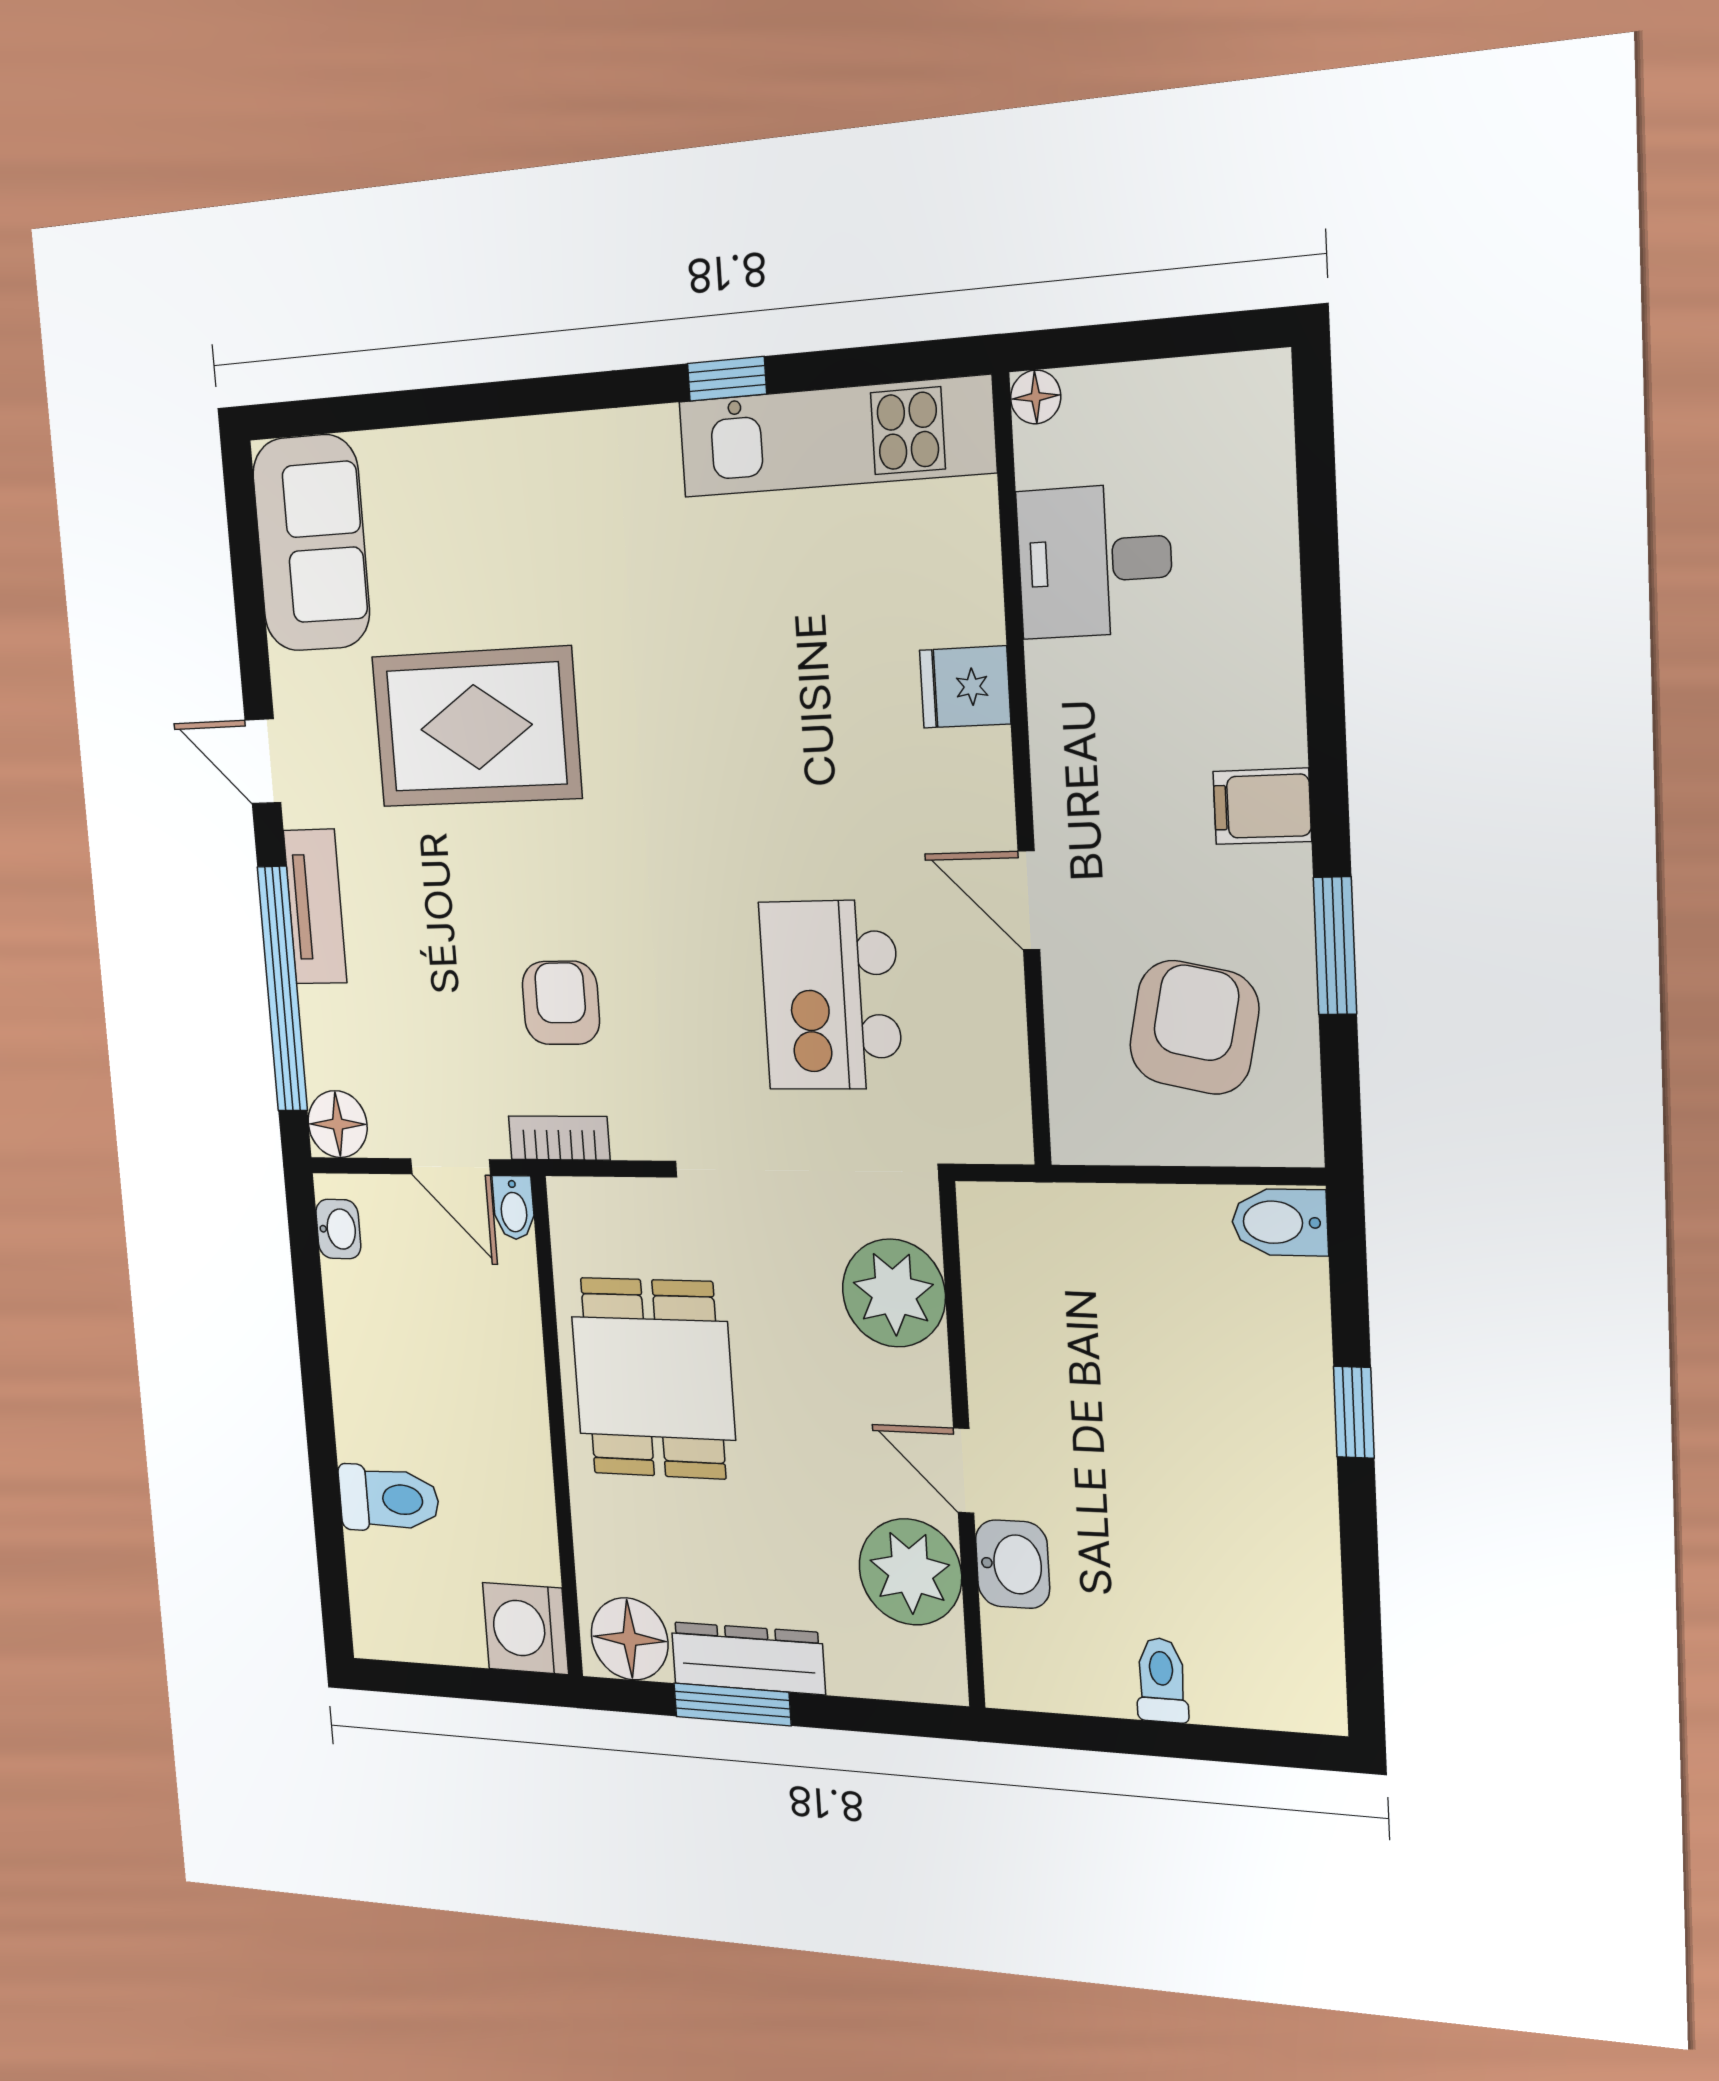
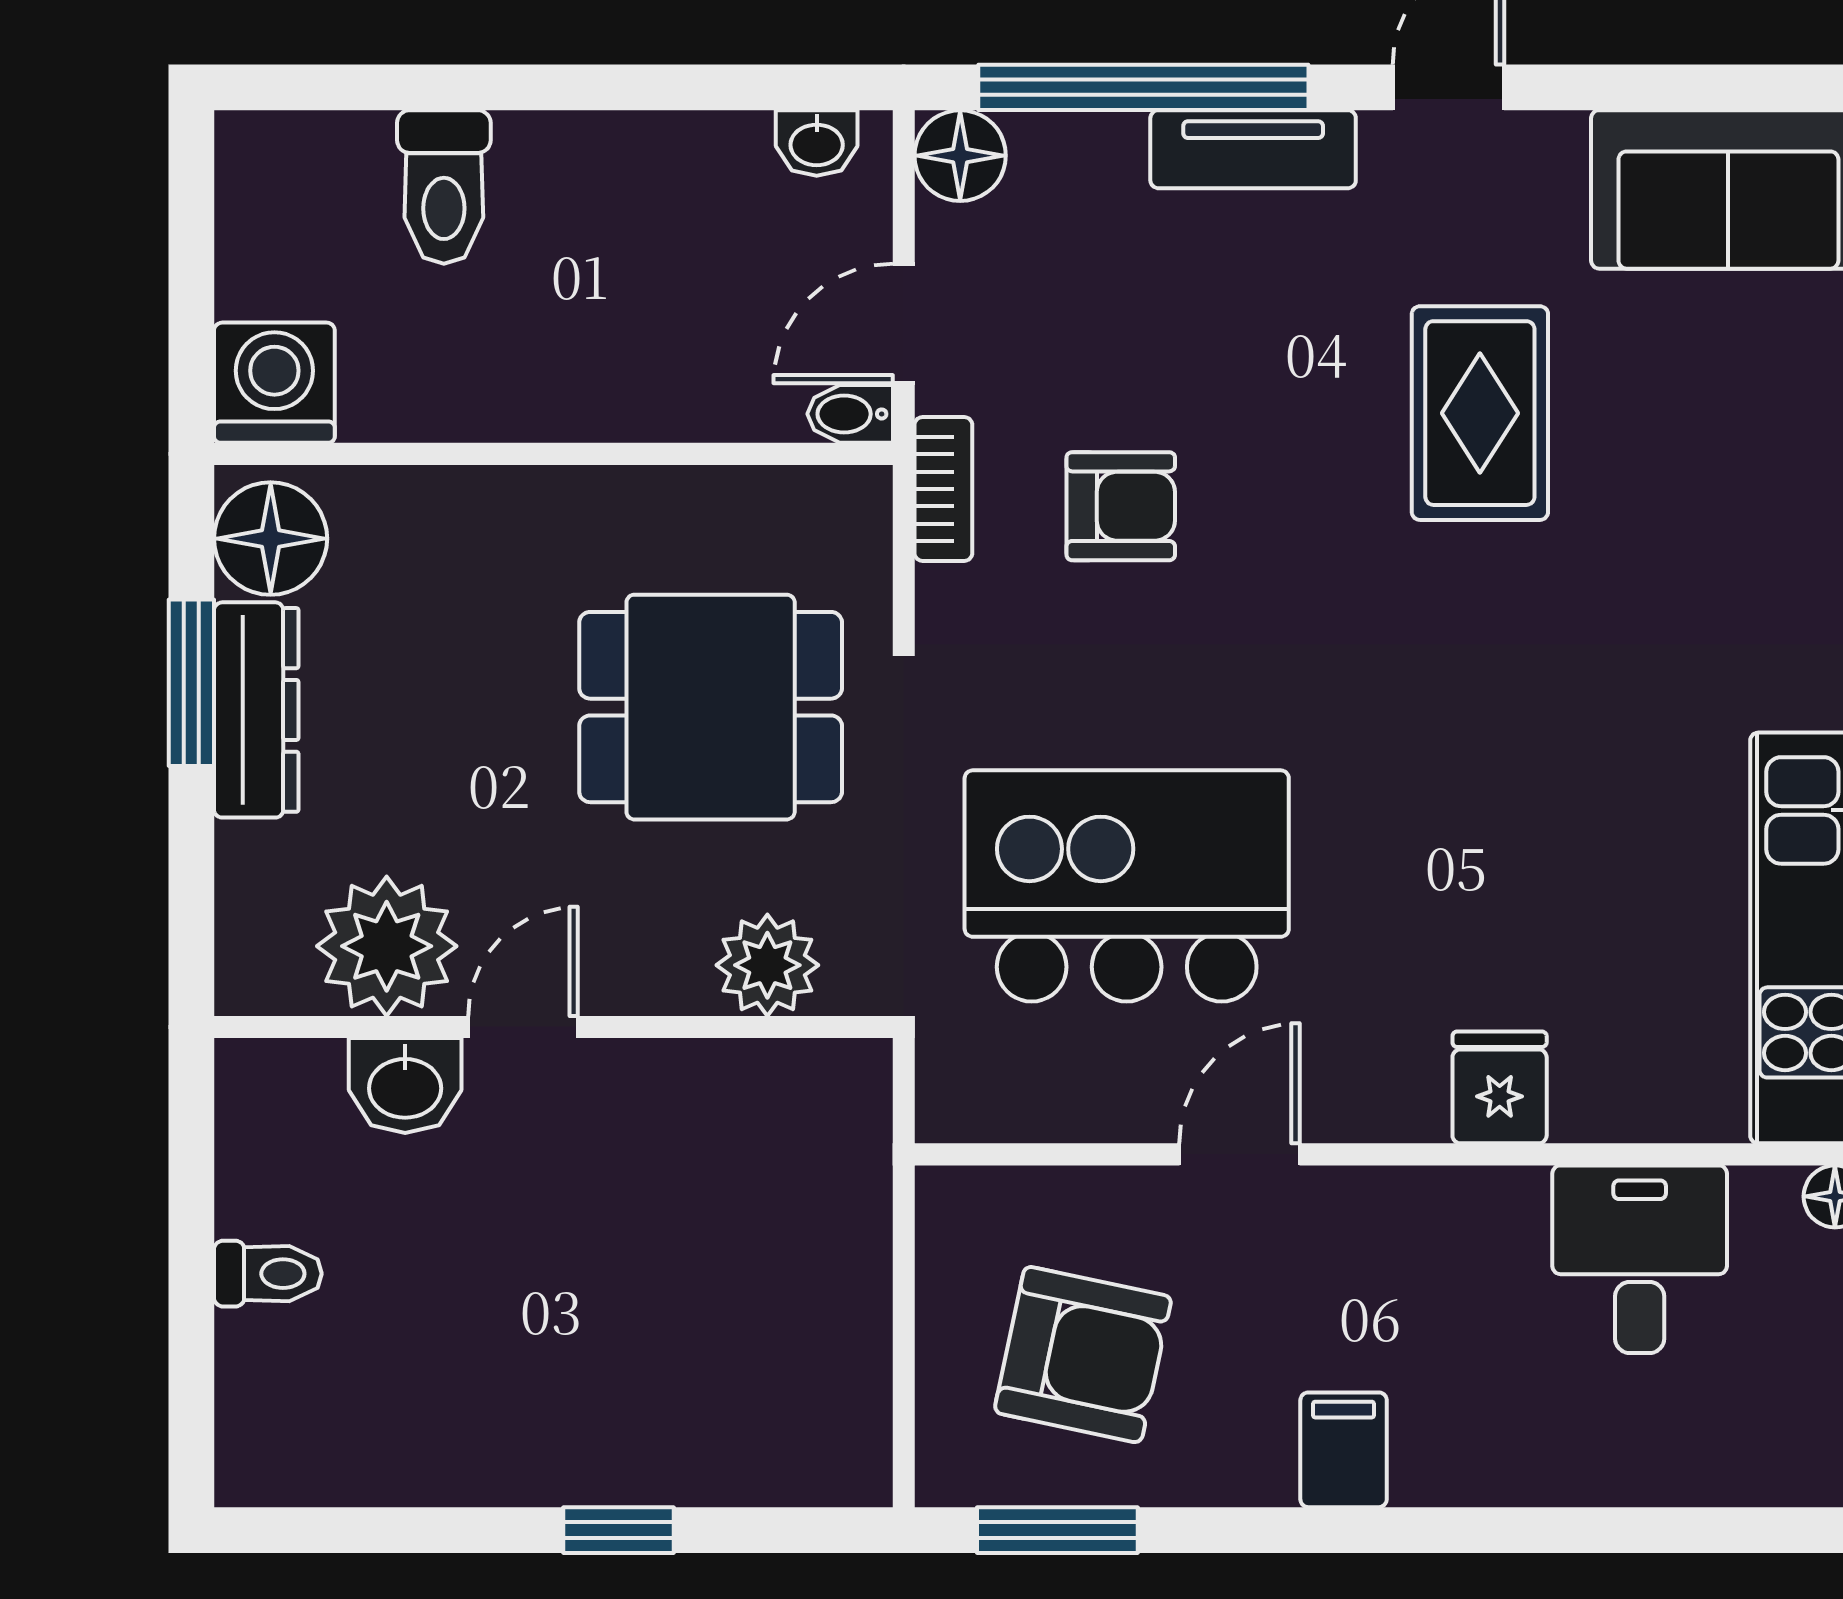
rug: (476, 727) -> (1480, 413), width x0.73, depth x0.70
window: (1335, 946) -> (1057, 1530), moved
kitchen island: (831, 995) -> (1127, 886), width x1.37, depth x1.28
bidet: (1280, 1222) -> (848, 1449), removed
plant: (894, 1293) -> (767, 965), width x0.73, depth x0.73
dining table: (653, 1378) -> (711, 707), moved

